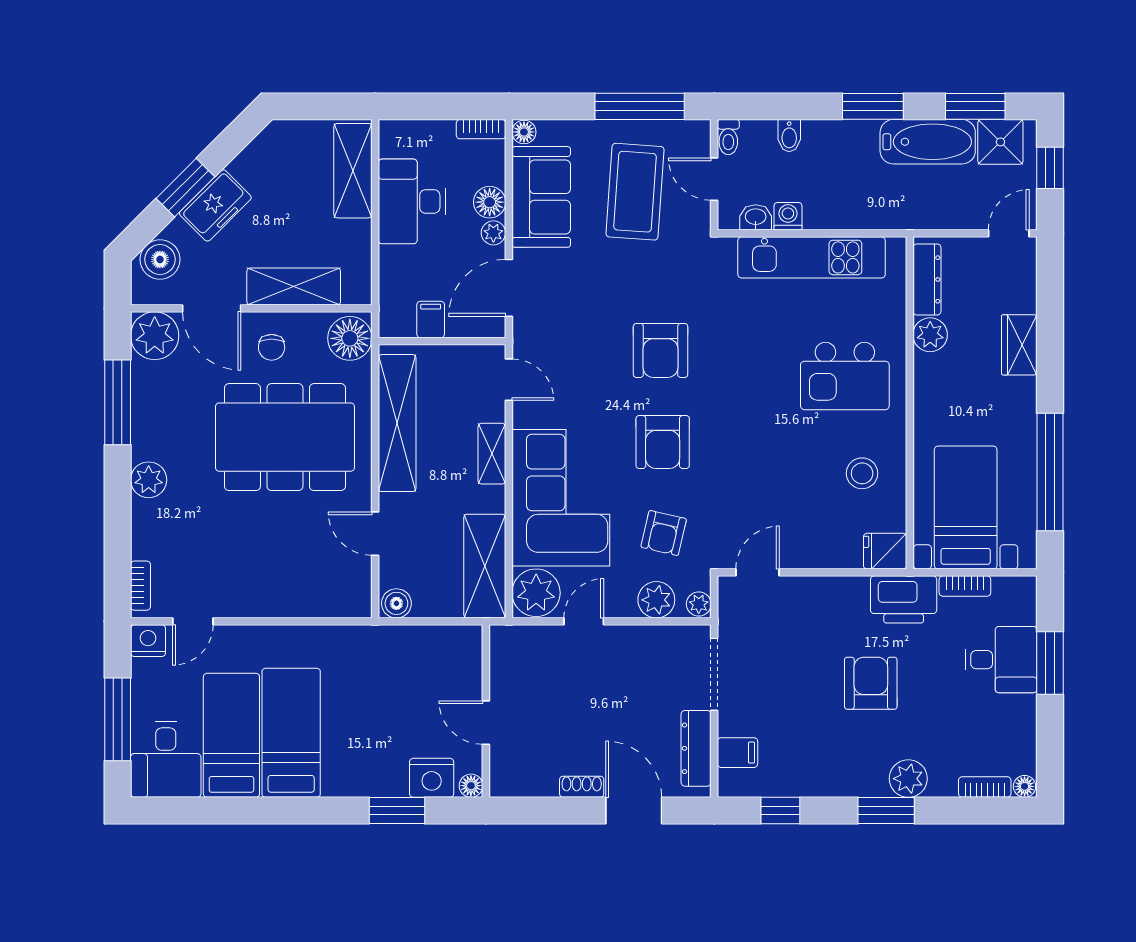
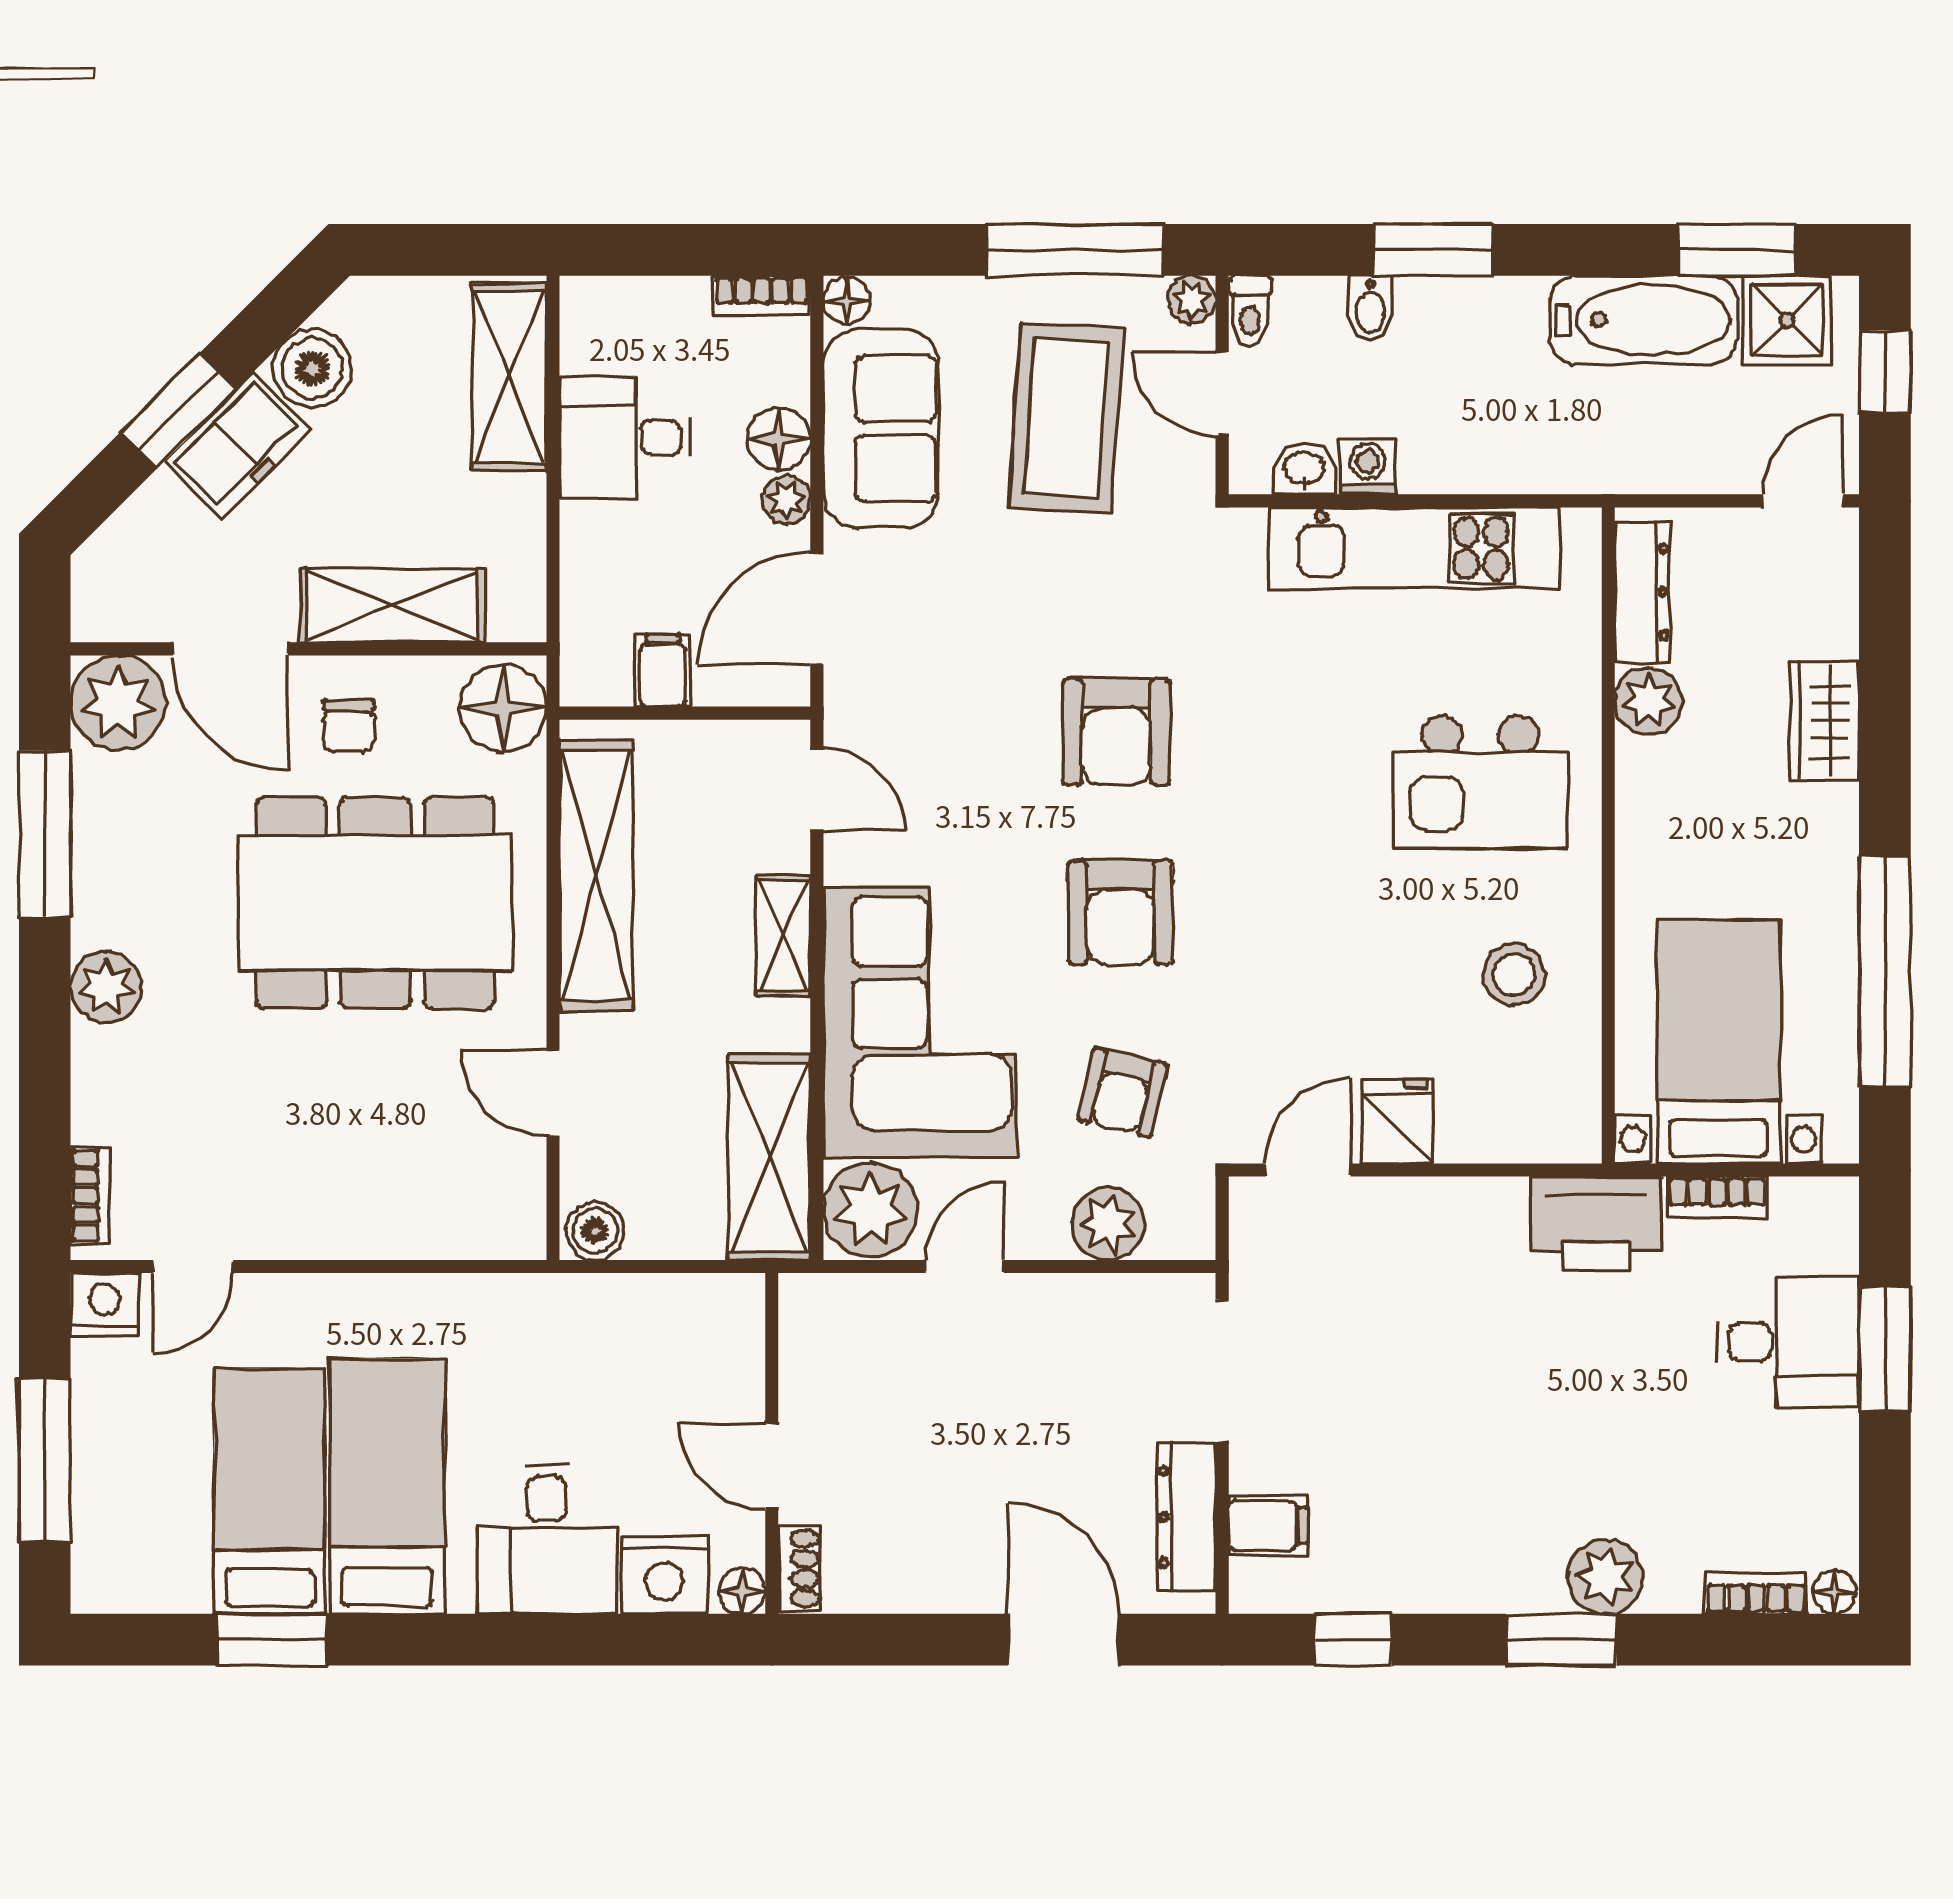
window: (873, 106) -> (1433, 250), moved
desk: (412, 201) -> (625, 438), width x0.73
boiler: (160, 259) -> (312, 368), moved
fridge: (885, 551) -> (1397, 1121), moved, turned 90
plant: (699, 604) -> (1192, 300), moved
armchair: (871, 683) -> (1531, 1388), removed
desk: (166, 760) -> (547, 1539), moved
shoe rack: (582, 787) -> (799, 1569), moved, turned 90
window: (397, 810) -> (271, 1640), moved

